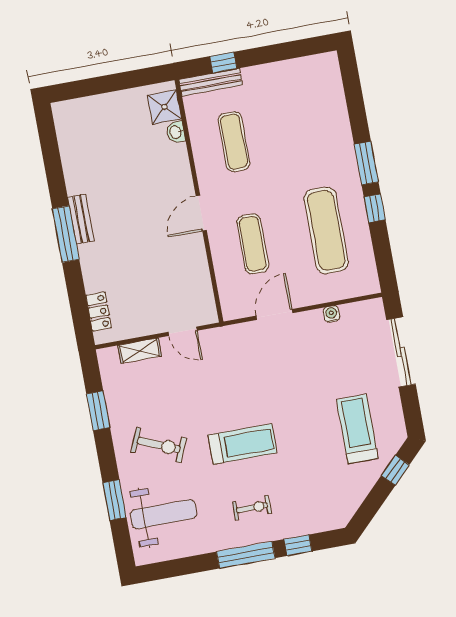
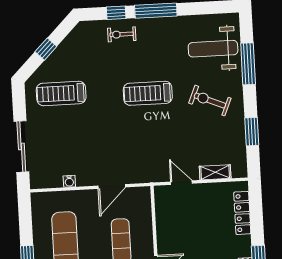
locker: (99, 312) -> (242, 213), width x1.53
treadmill: (357, 429) -> (61, 93), turned 90
window: (395, 470) -> (46, 49), moved
window: (115, 500) -> (248, 64), width x1.44
exercise bike: (252, 508) -> (122, 34), moved

